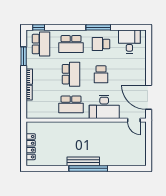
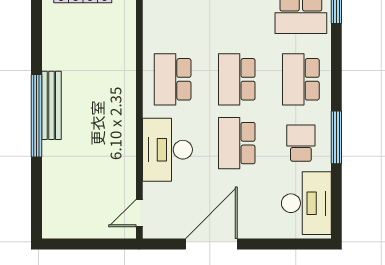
desk: (129, 42) -> (306, 203), width x1.37
school desk: (71, 74) -> (237, 79), turned 90
school desk: (101, 74) -> (237, 143), width x1.85
door: (149, 97) -> (211, 244), moved

